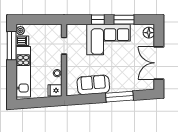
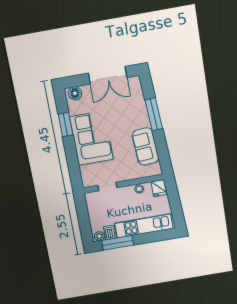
window: (98, 20) -> (71, 154), removed

